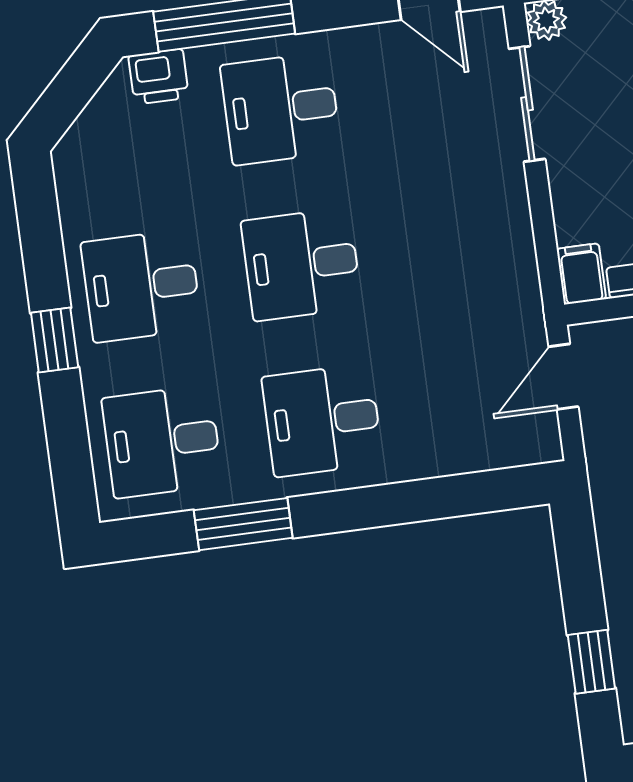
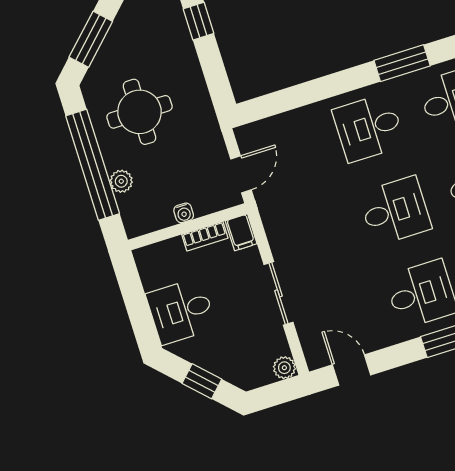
sliding door: (527, 104) -> (279, 293), moved
desk: (322, 420) -> (369, 128), turned 180

